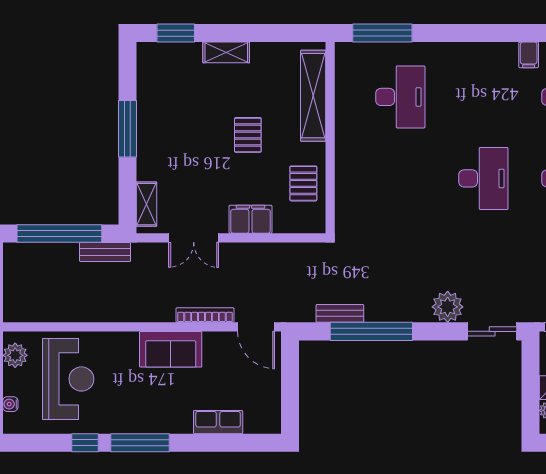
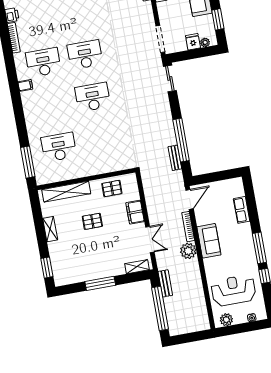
shelving: (226, 52) -> (50, 229), moved
plant: (448, 307) -> (188, 251), moved

